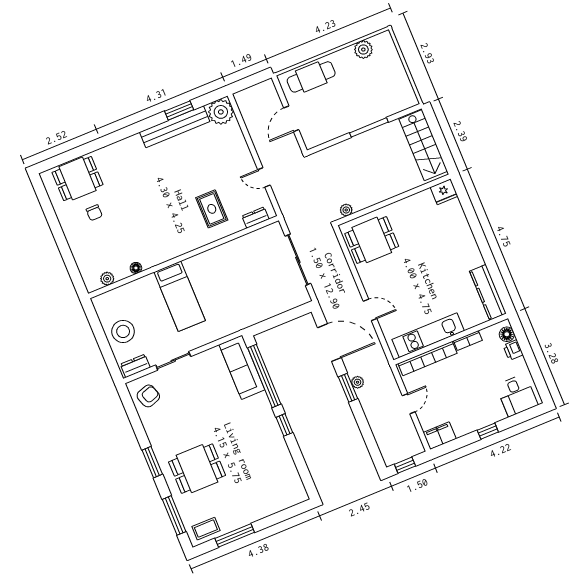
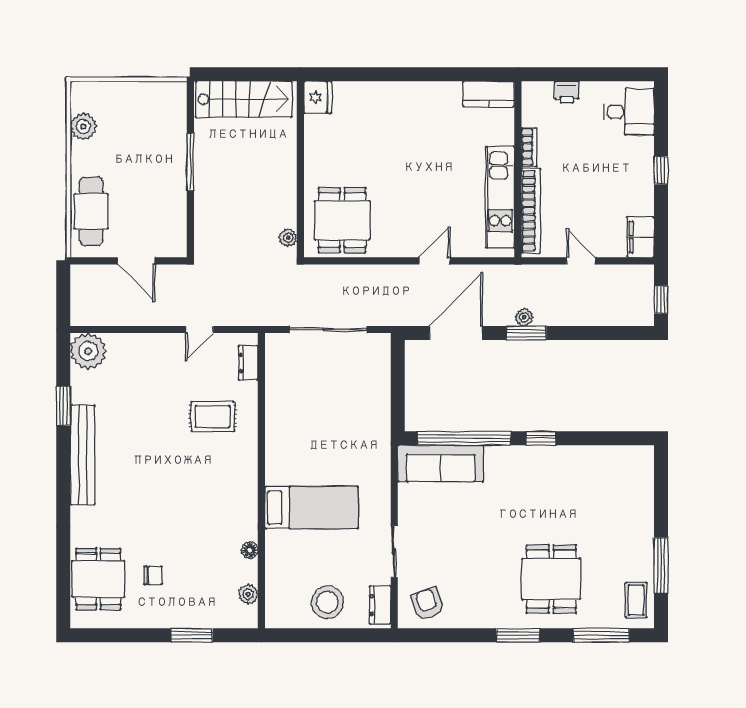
bench: (175, 127) -> (83, 455), moved
window: (66, 253) -> (192, 635), added
kitchen counter: (488, 292) -> (489, 94), width x0.67
floor lamp: (507, 334) -> (542, 92), removed

